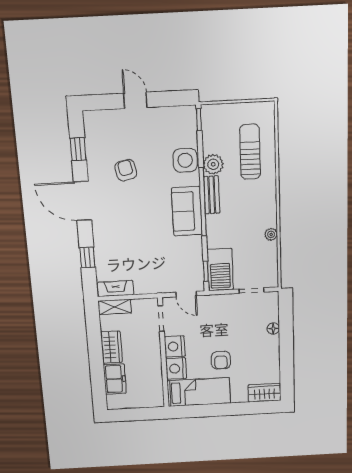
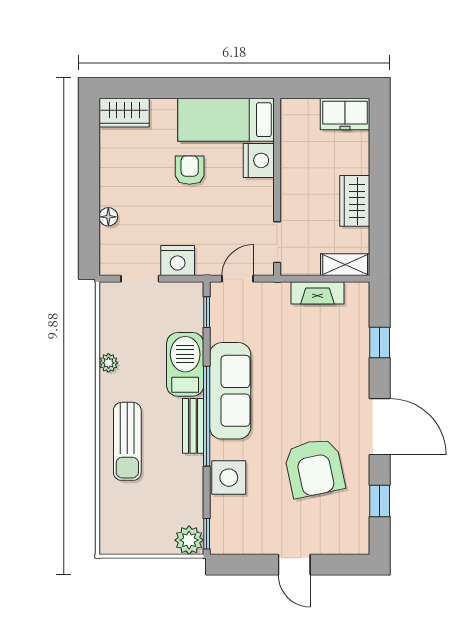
sun lounger: (250, 152) -> (127, 441), moved
plant: (213, 164) -> (189, 540), moved
armchair: (126, 170) -> (314, 468), width x1.88, depth x1.88
sofa: (187, 211) -> (230, 391), width x1.36
barbecue: (220, 270) -> (185, 364), moved
fireplace: (116, 289) -> (317, 293), moved
door: (186, 294) -> (237, 279), hinge flipped
nightstand: (175, 347) -> (178, 260), moved, turned 90
freezer: (115, 379) -> (345, 114), moved, turned -90

